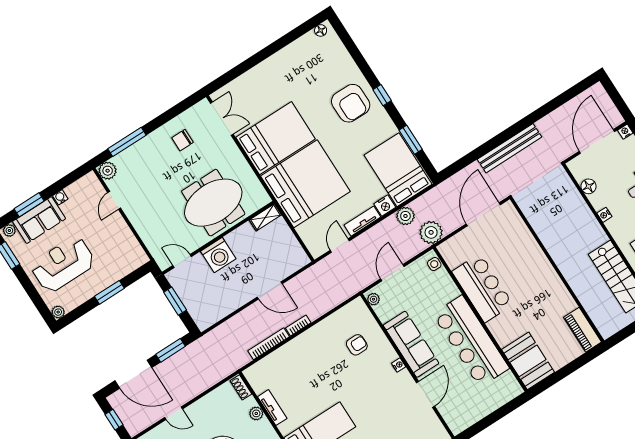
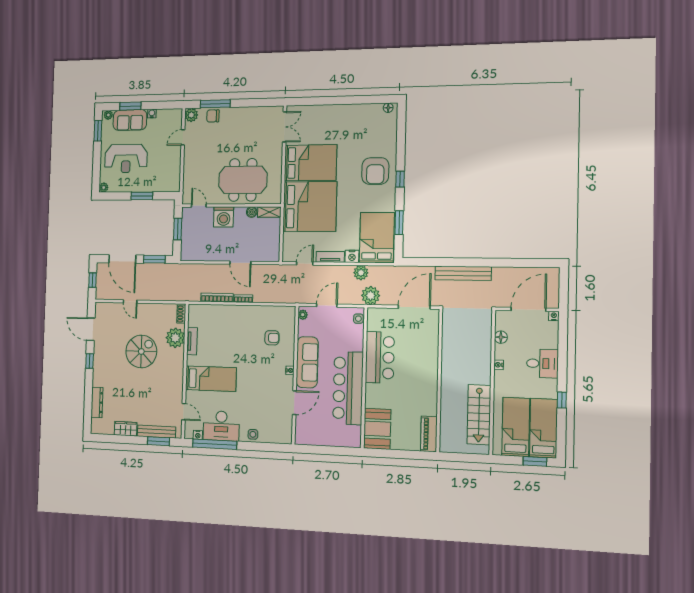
chair: (183, 140) -> (213, 116), moved
boiler: (246, 230) -> (252, 212), added
reception desk: (63, 264) -> (126, 159), turned 180
plant: (256, 413) -> (175, 338), width x1.88, depth x1.88

